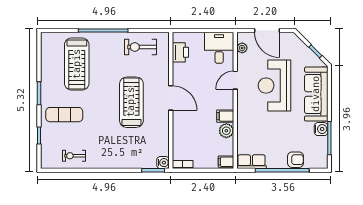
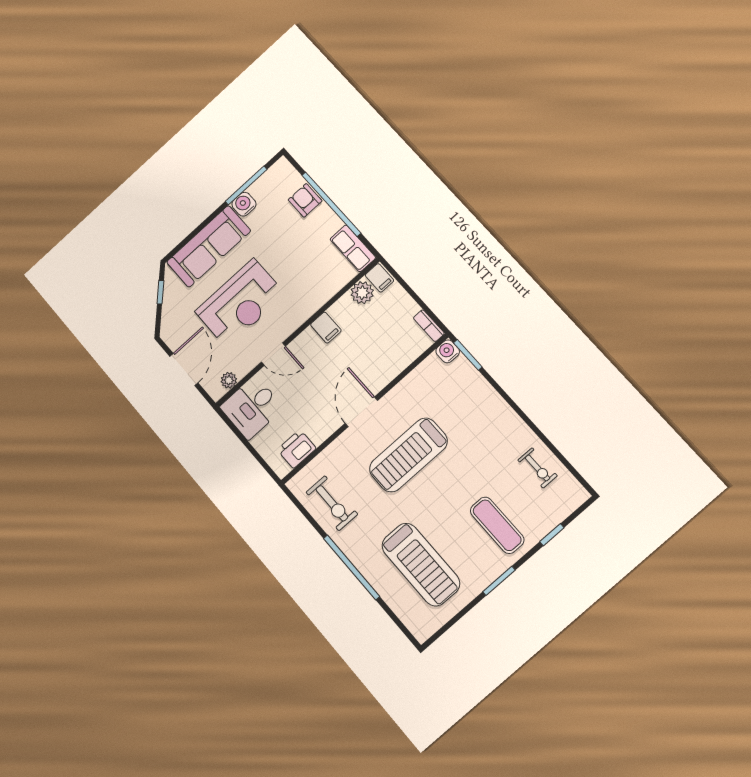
treadmill: (77, 64) -> (421, 564), turned 90
plant: (226, 131) -> (362, 293), moved

